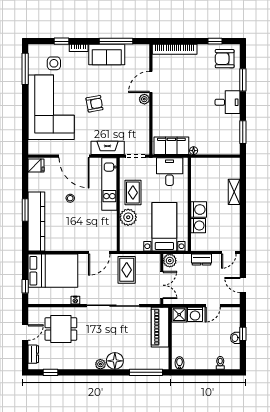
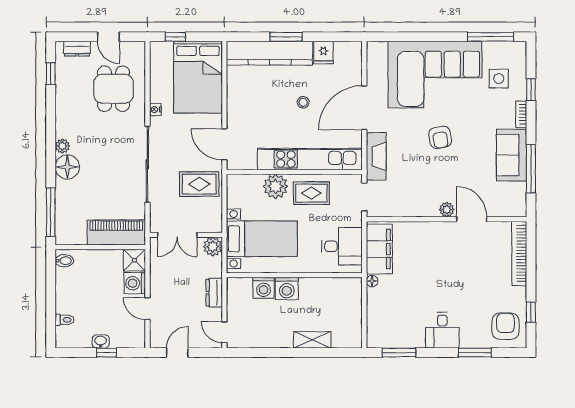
fridge: (36, 166) -> (323, 53), moved
kitchen unit: (109, 184) -> (310, 159), width x1.36

